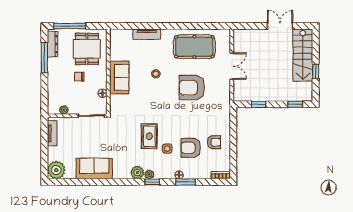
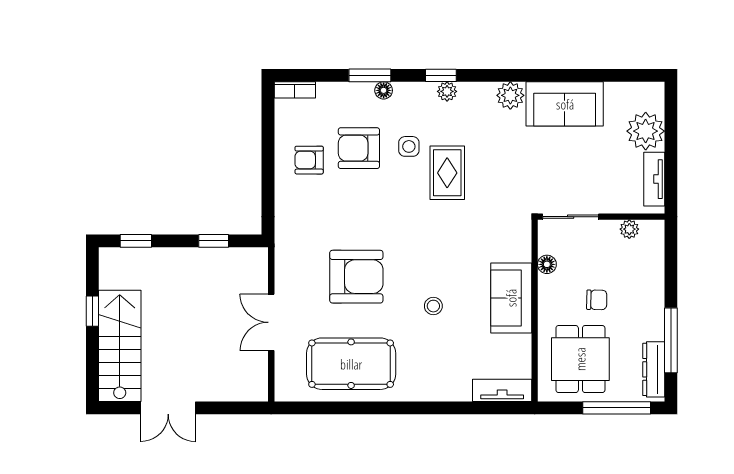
tv unit: (147, 34) -> (502, 390), moved
armchair: (191, 148) -> (359, 148), turned 180
plant: (56, 170) -> (646, 131), moved
plant: (137, 172) -> (510, 95), moved

